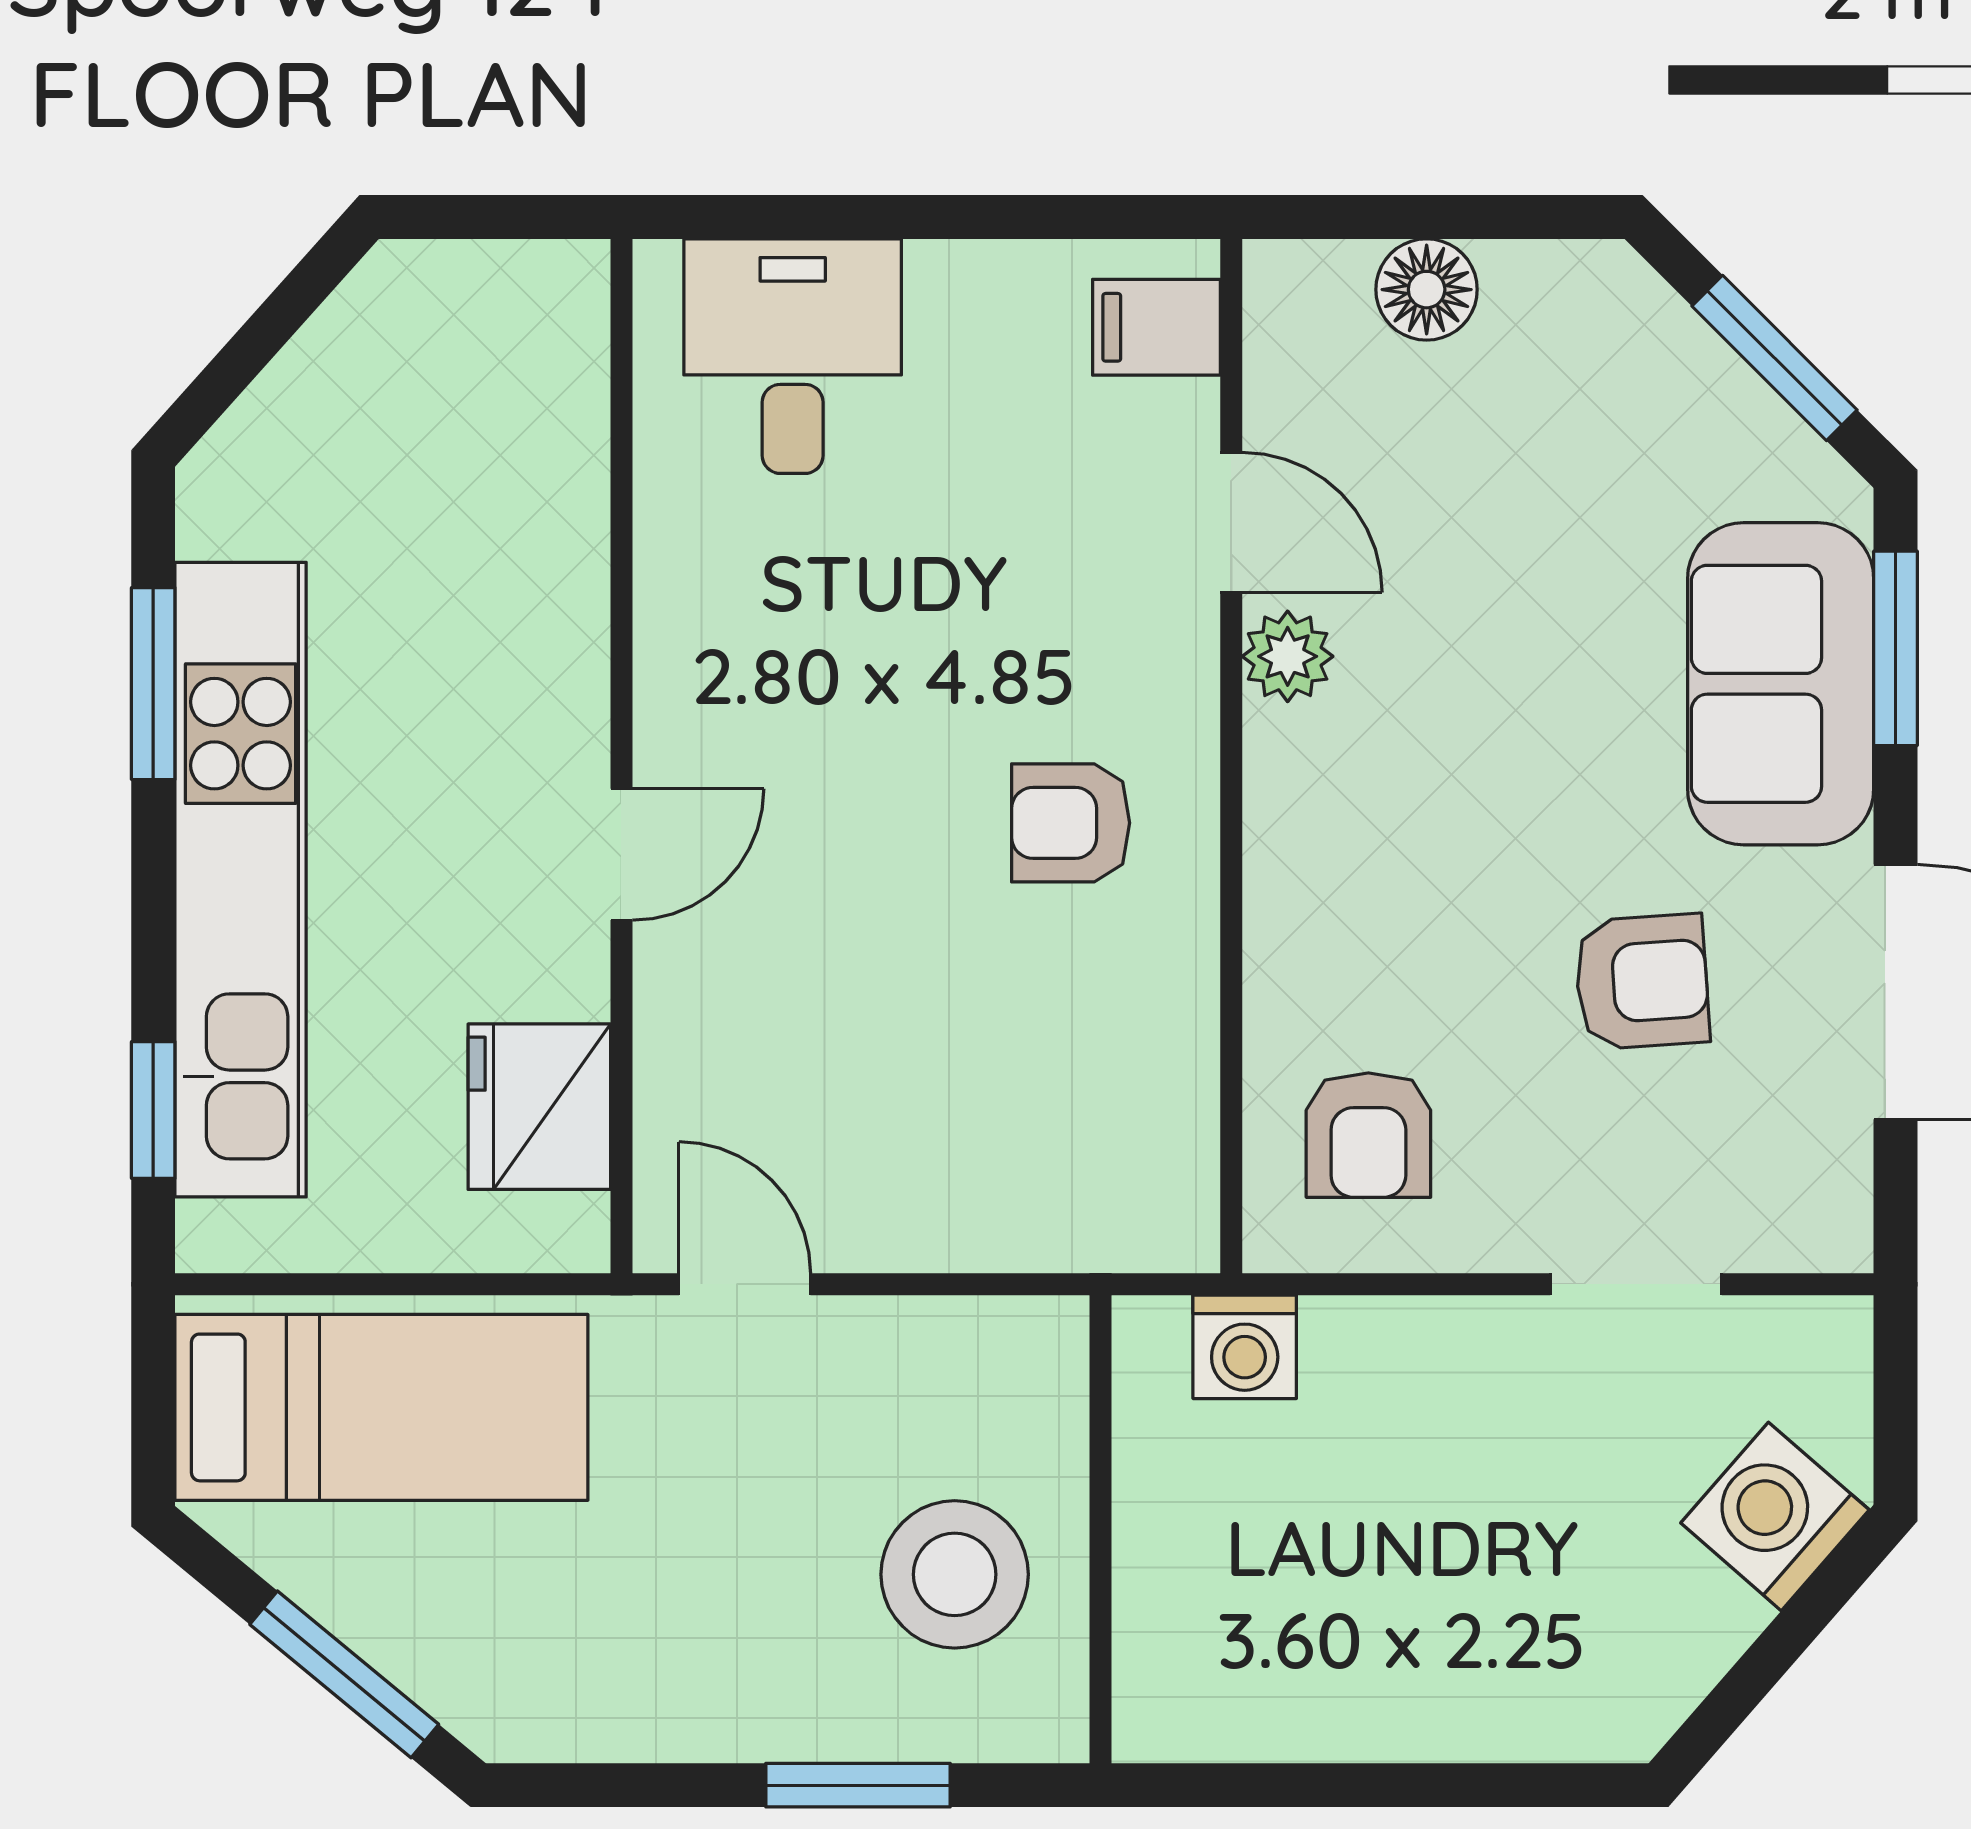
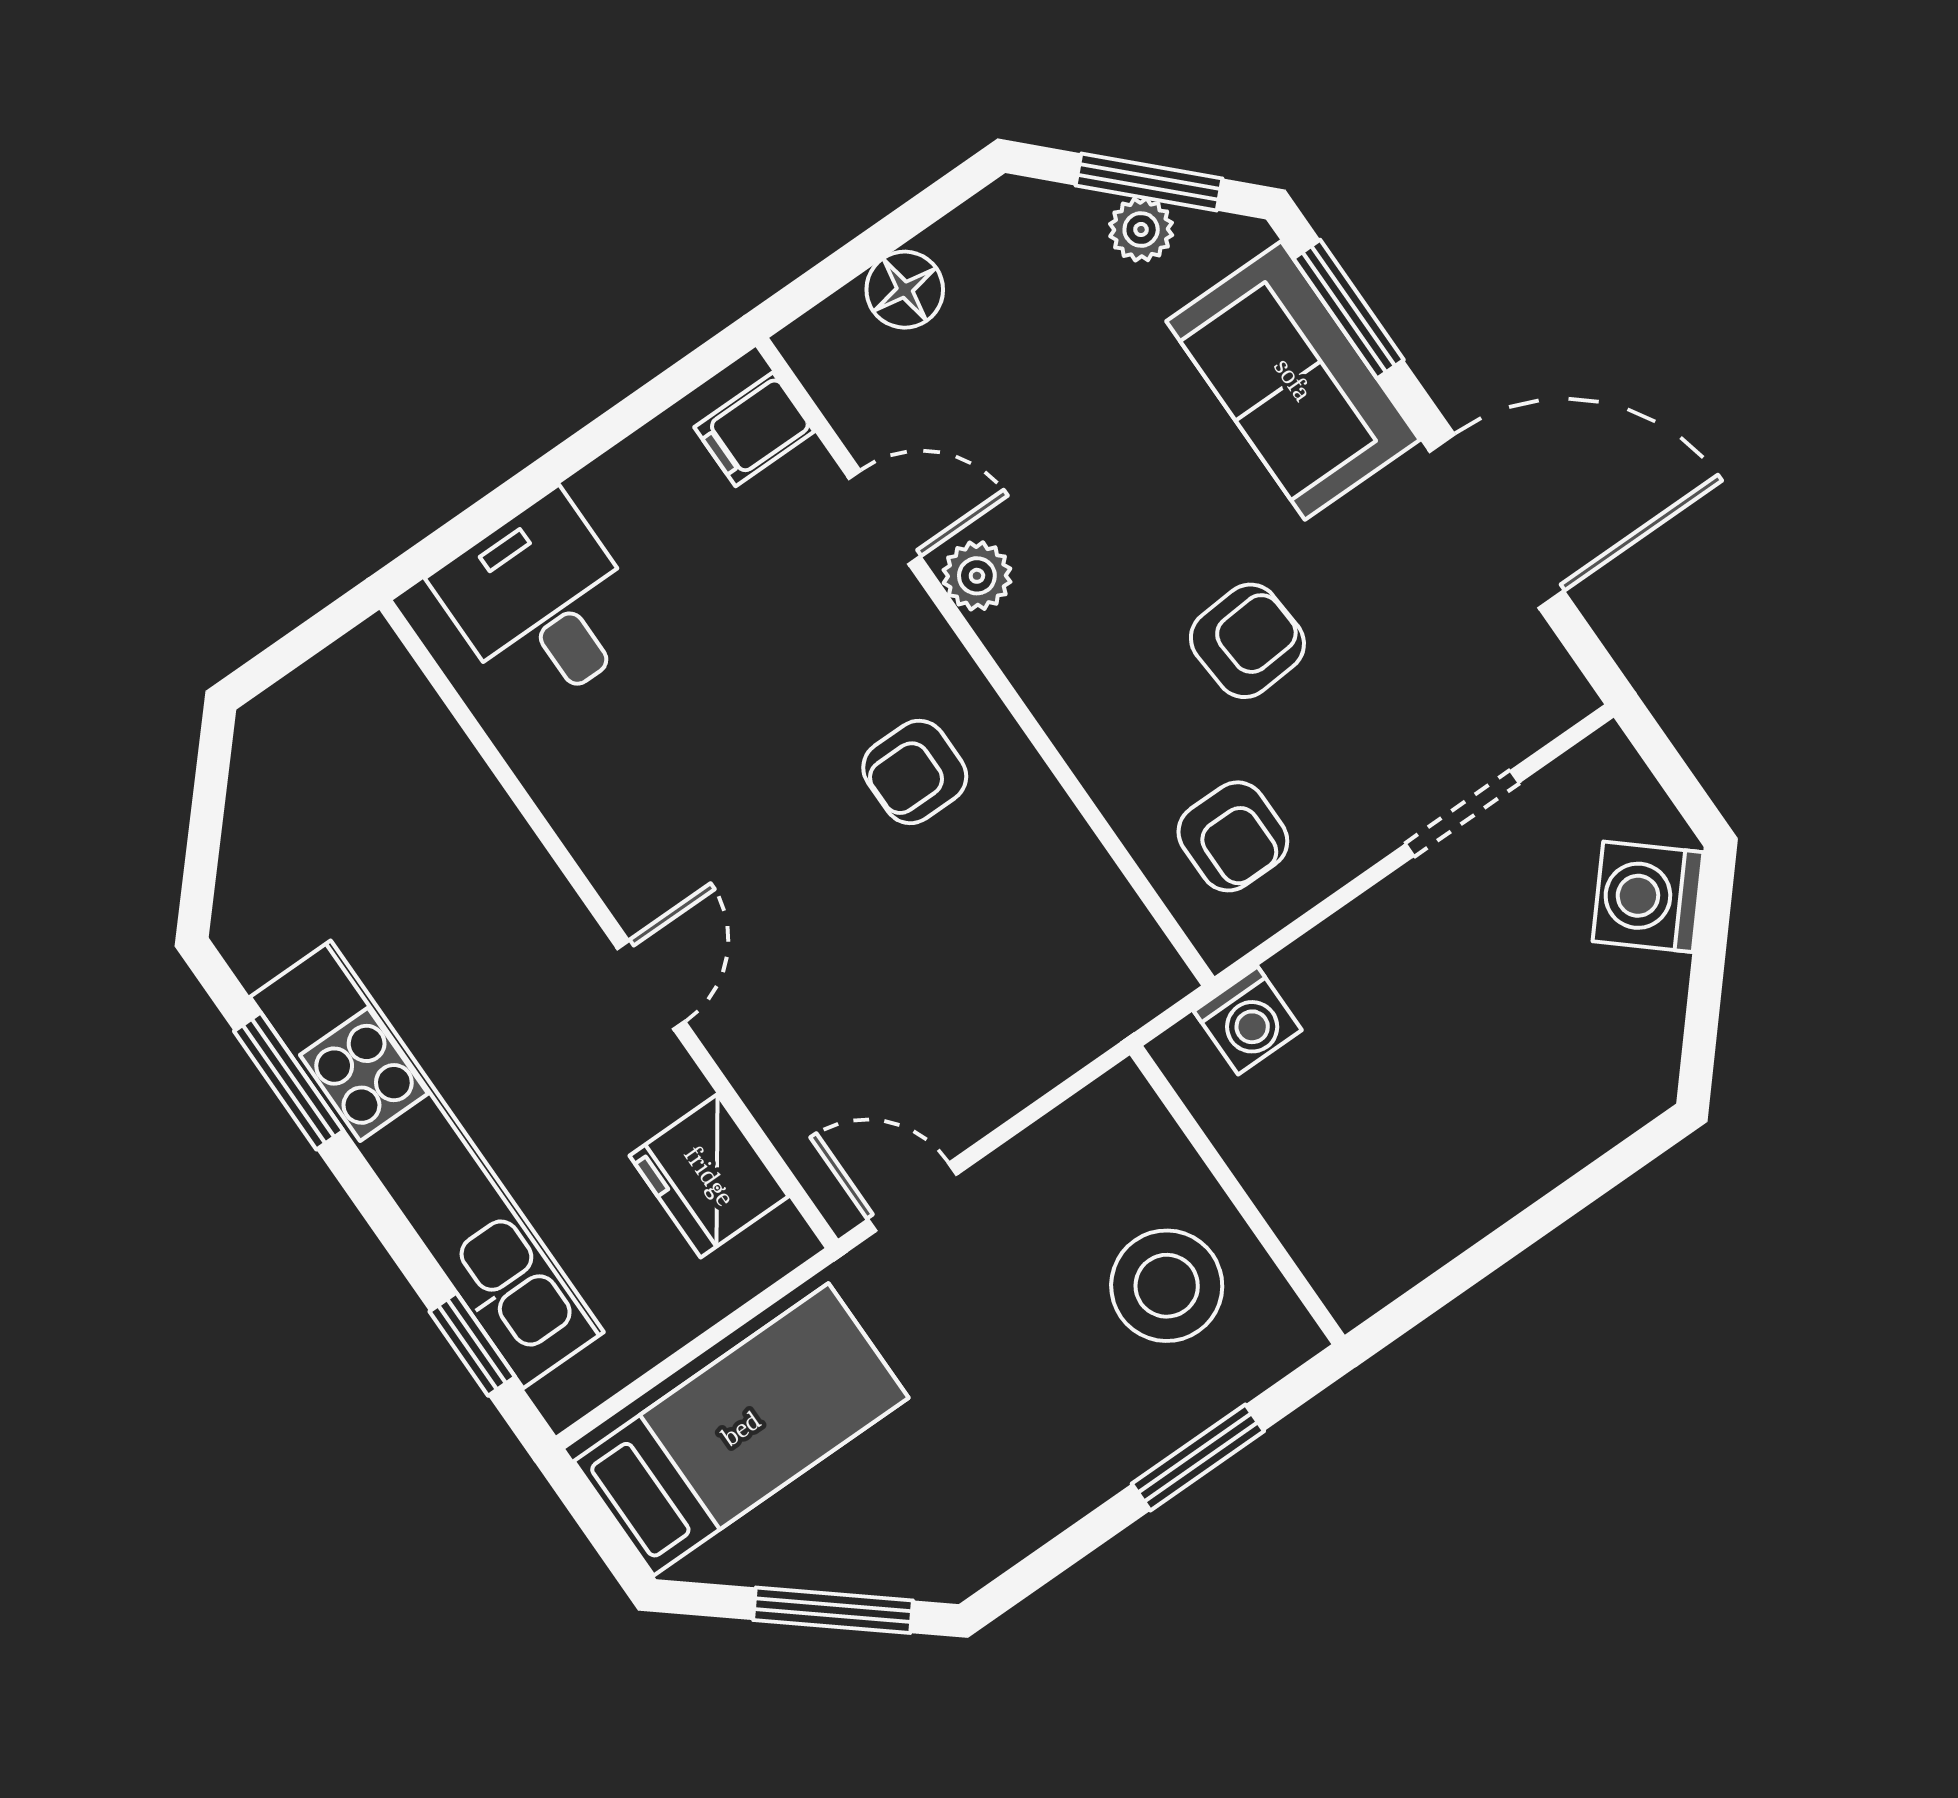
plant: (1730, 404) -> (1141, 229), added
armchair: (1642, 982) -> (1247, 641), moved

